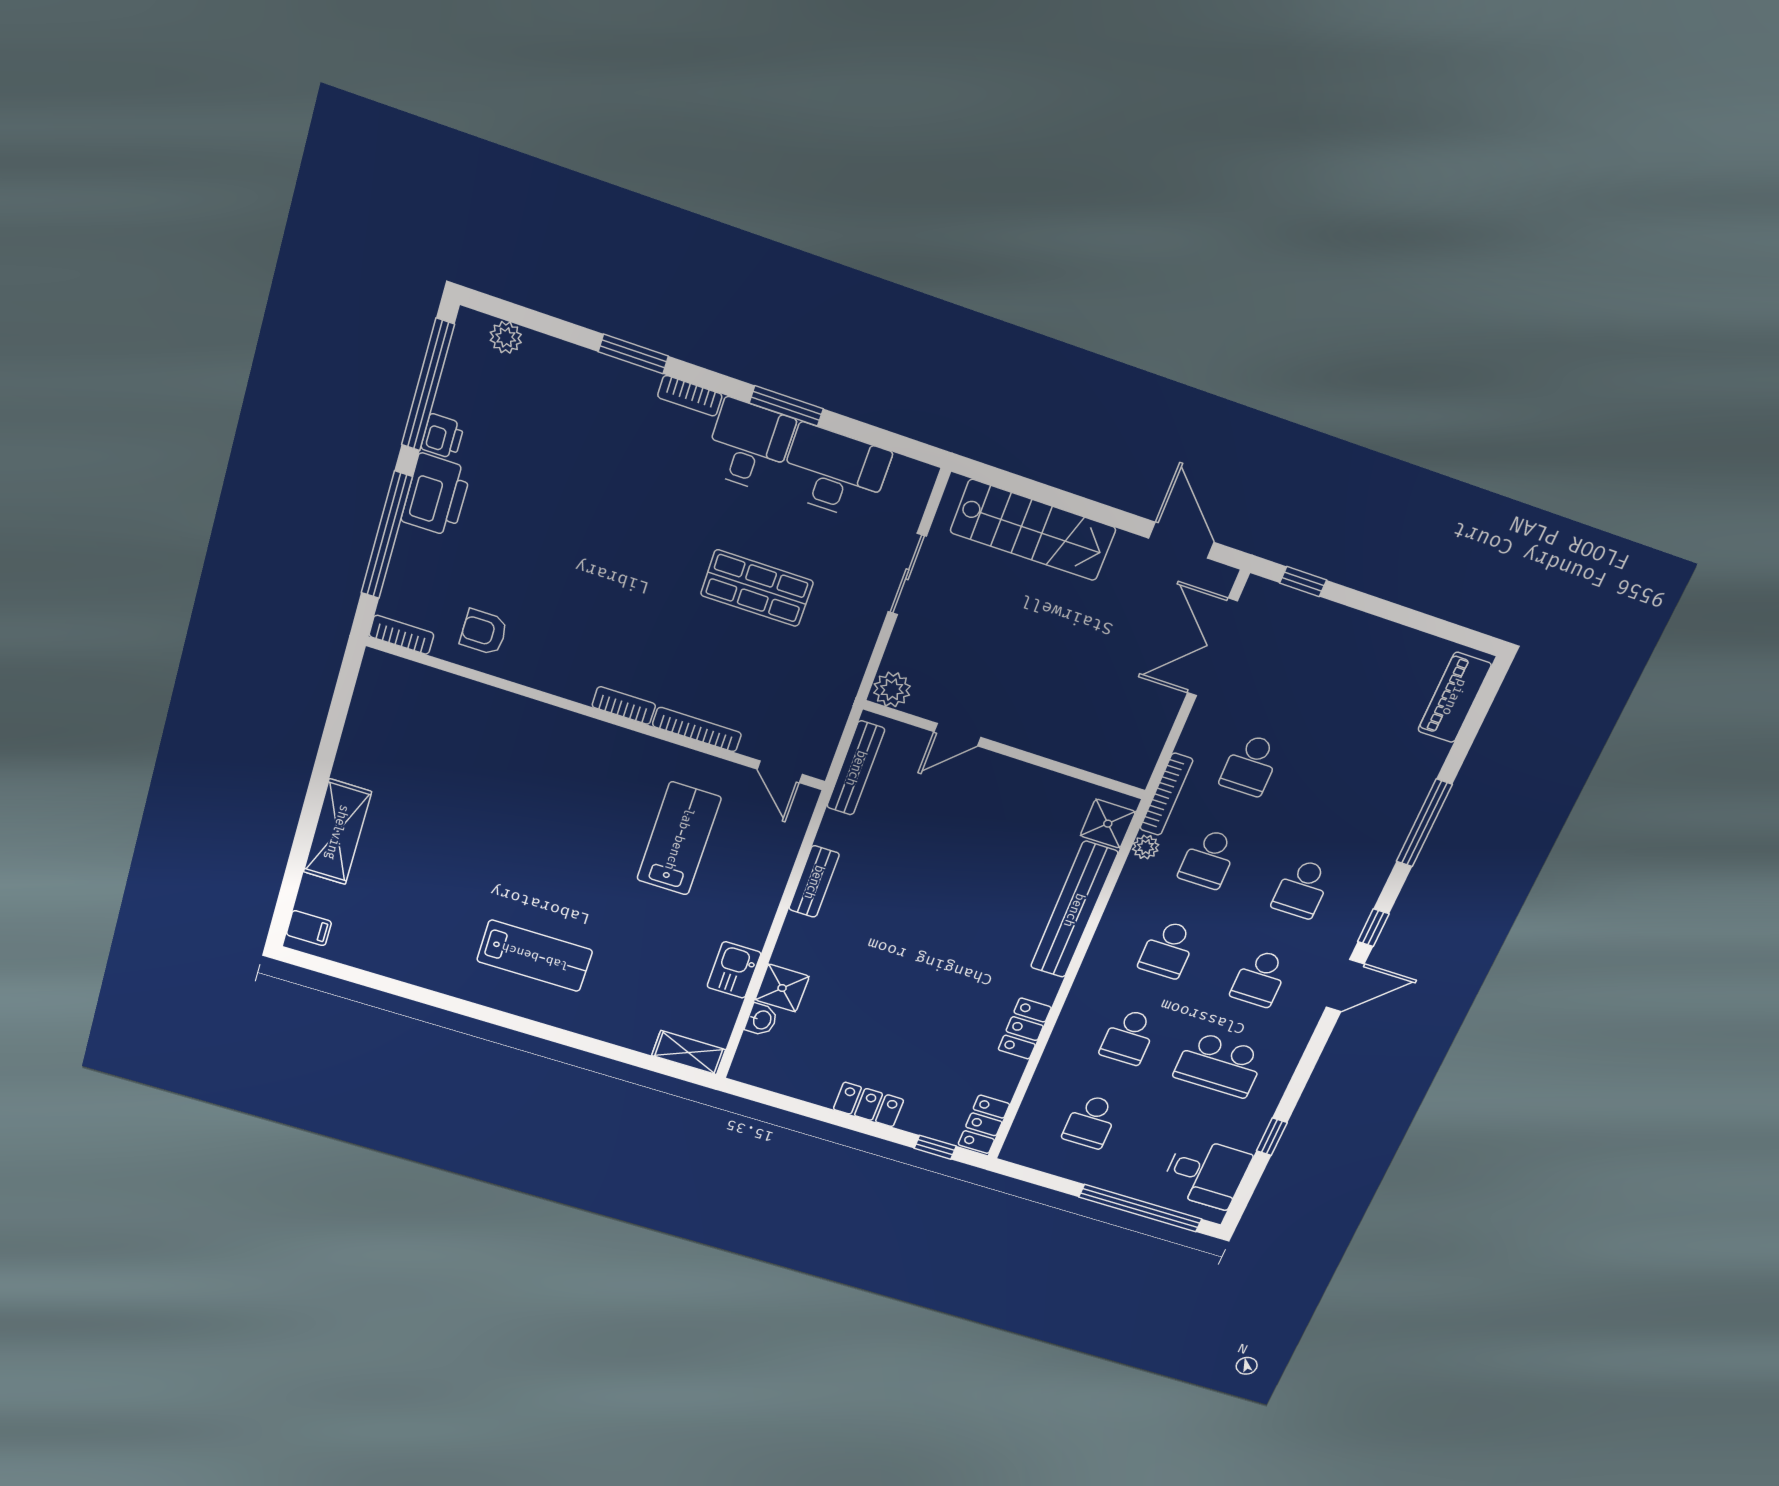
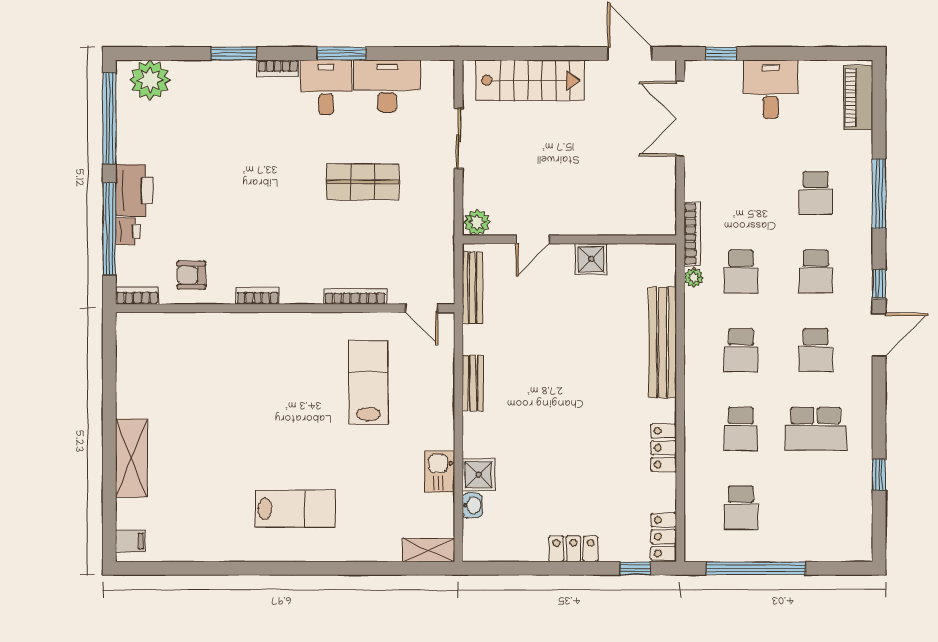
plant: (506, 337) -> (150, 80), width x1.88, depth x1.88
printer: (443, 436) -> (128, 231), moved
bookcase: (624, 705) -> (258, 296), moved
school desk: (1250, 765) -> (816, 193), moved
shower: (1108, 824) -> (591, 259), moved
desk: (1206, 1173) -> (771, 89), moved, turned -90
window: (1140, 1208) -> (756, 568), moved

